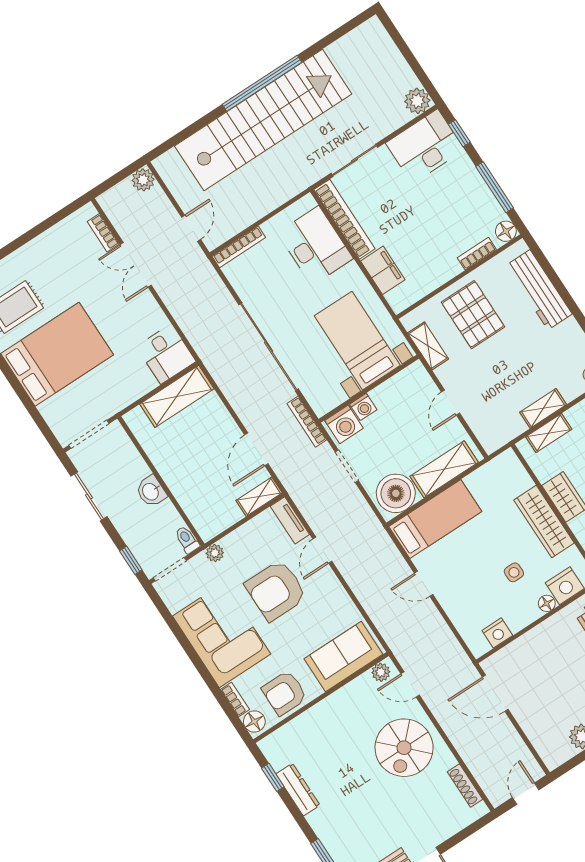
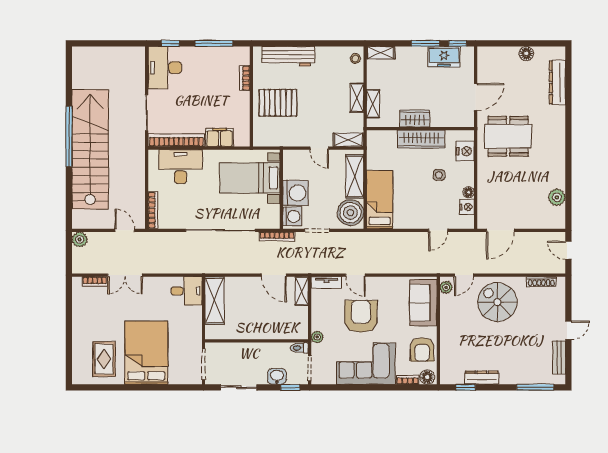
plant: (417, 101) -> (136, 55), removed
floor lamp: (506, 231) -> (243, 53), removed
shelving: (428, 346) -> (348, 140), moved
washing machine: (363, 407) -> (296, 193), width x1.89, depth x1.89
washbasin: (151, 491) -> (277, 376), moved, turned 180
door: (424, 584) -> (438, 230), moved
armchair: (276, 590) -> (361, 316), turned 180
floor lamp: (547, 603) -> (469, 192), moved
spiral stairs: (404, 748) -> (497, 302), turned 180

